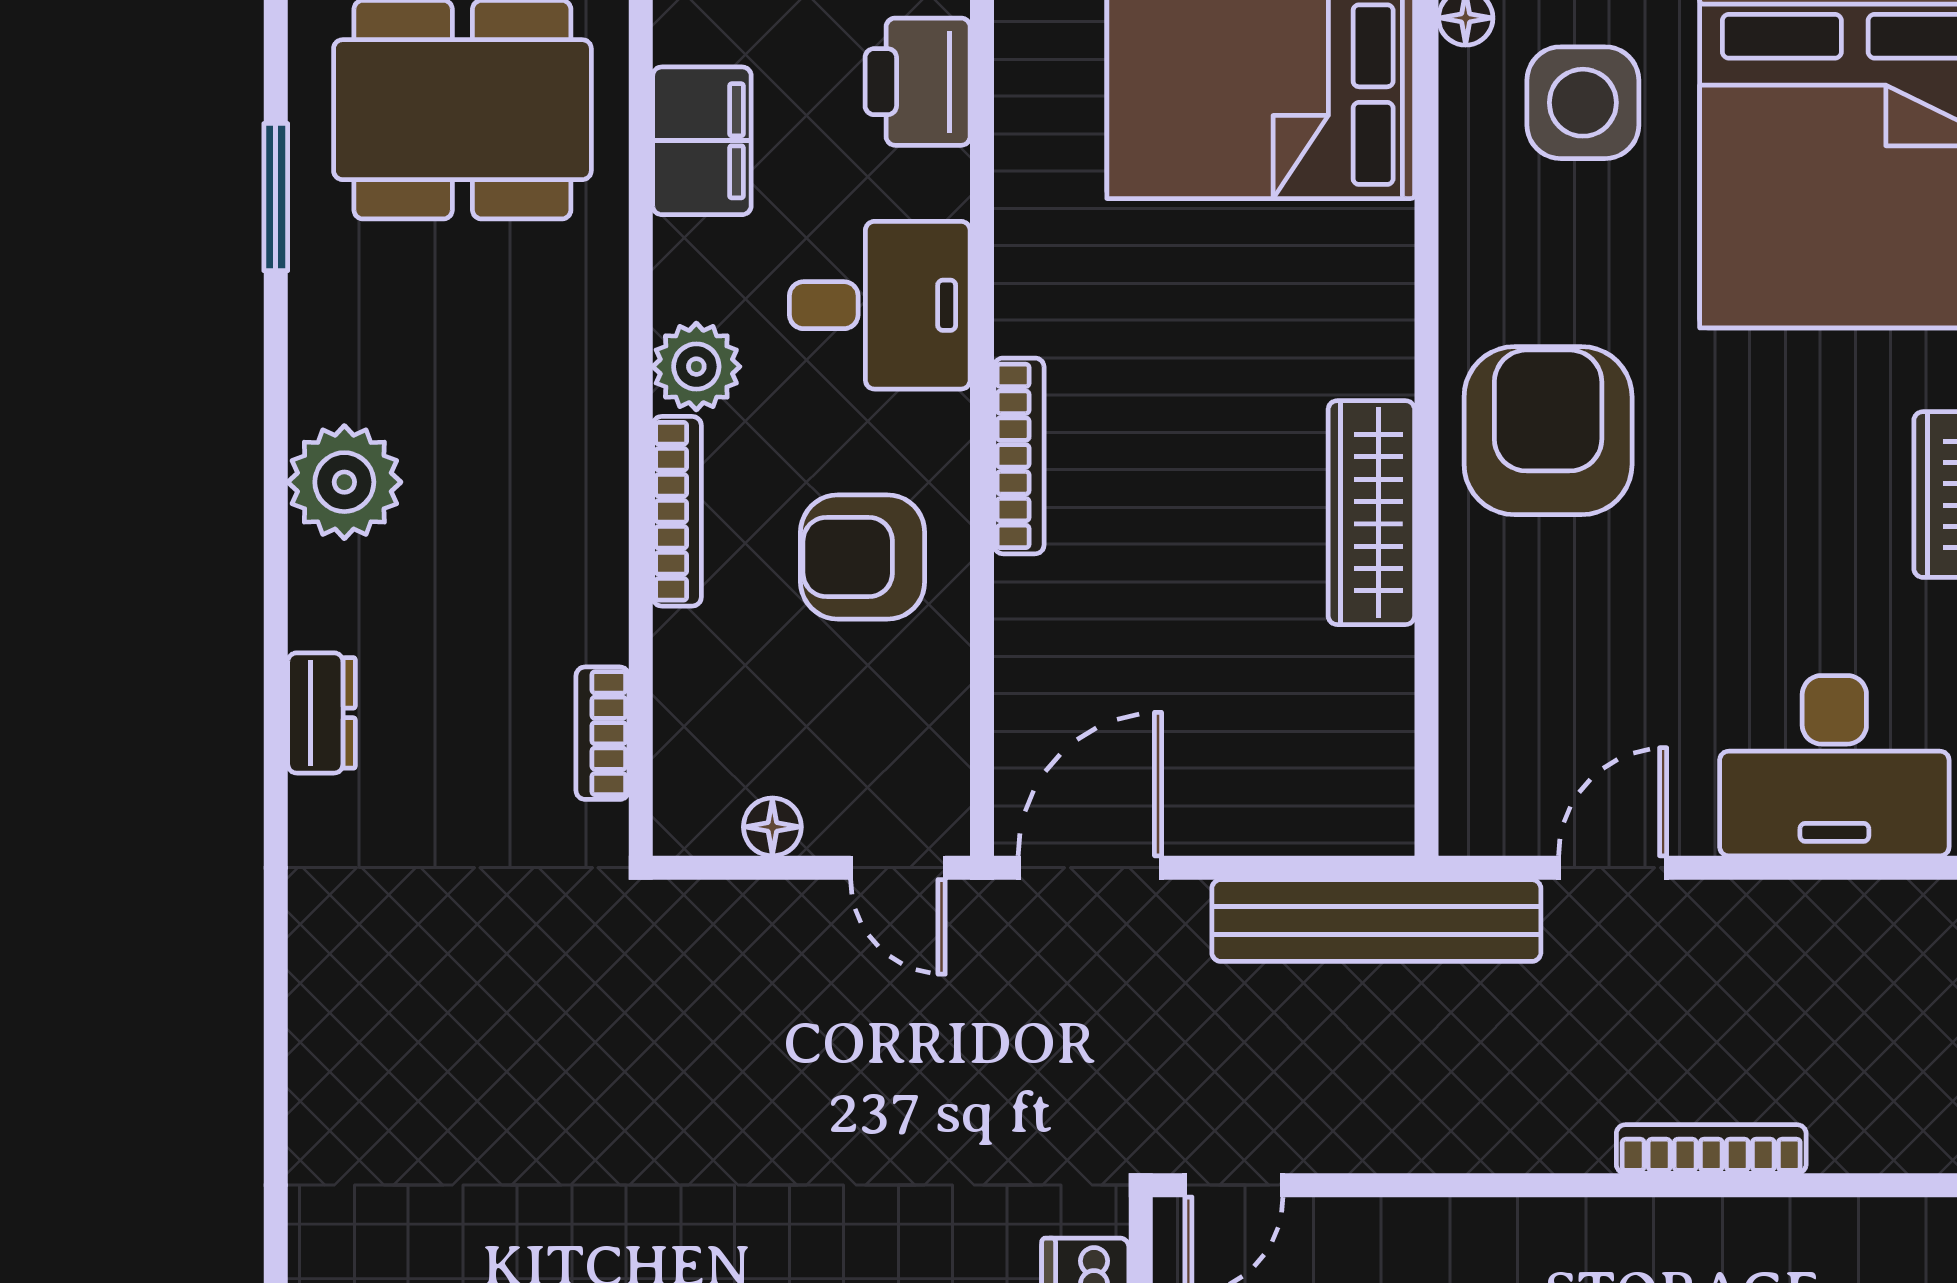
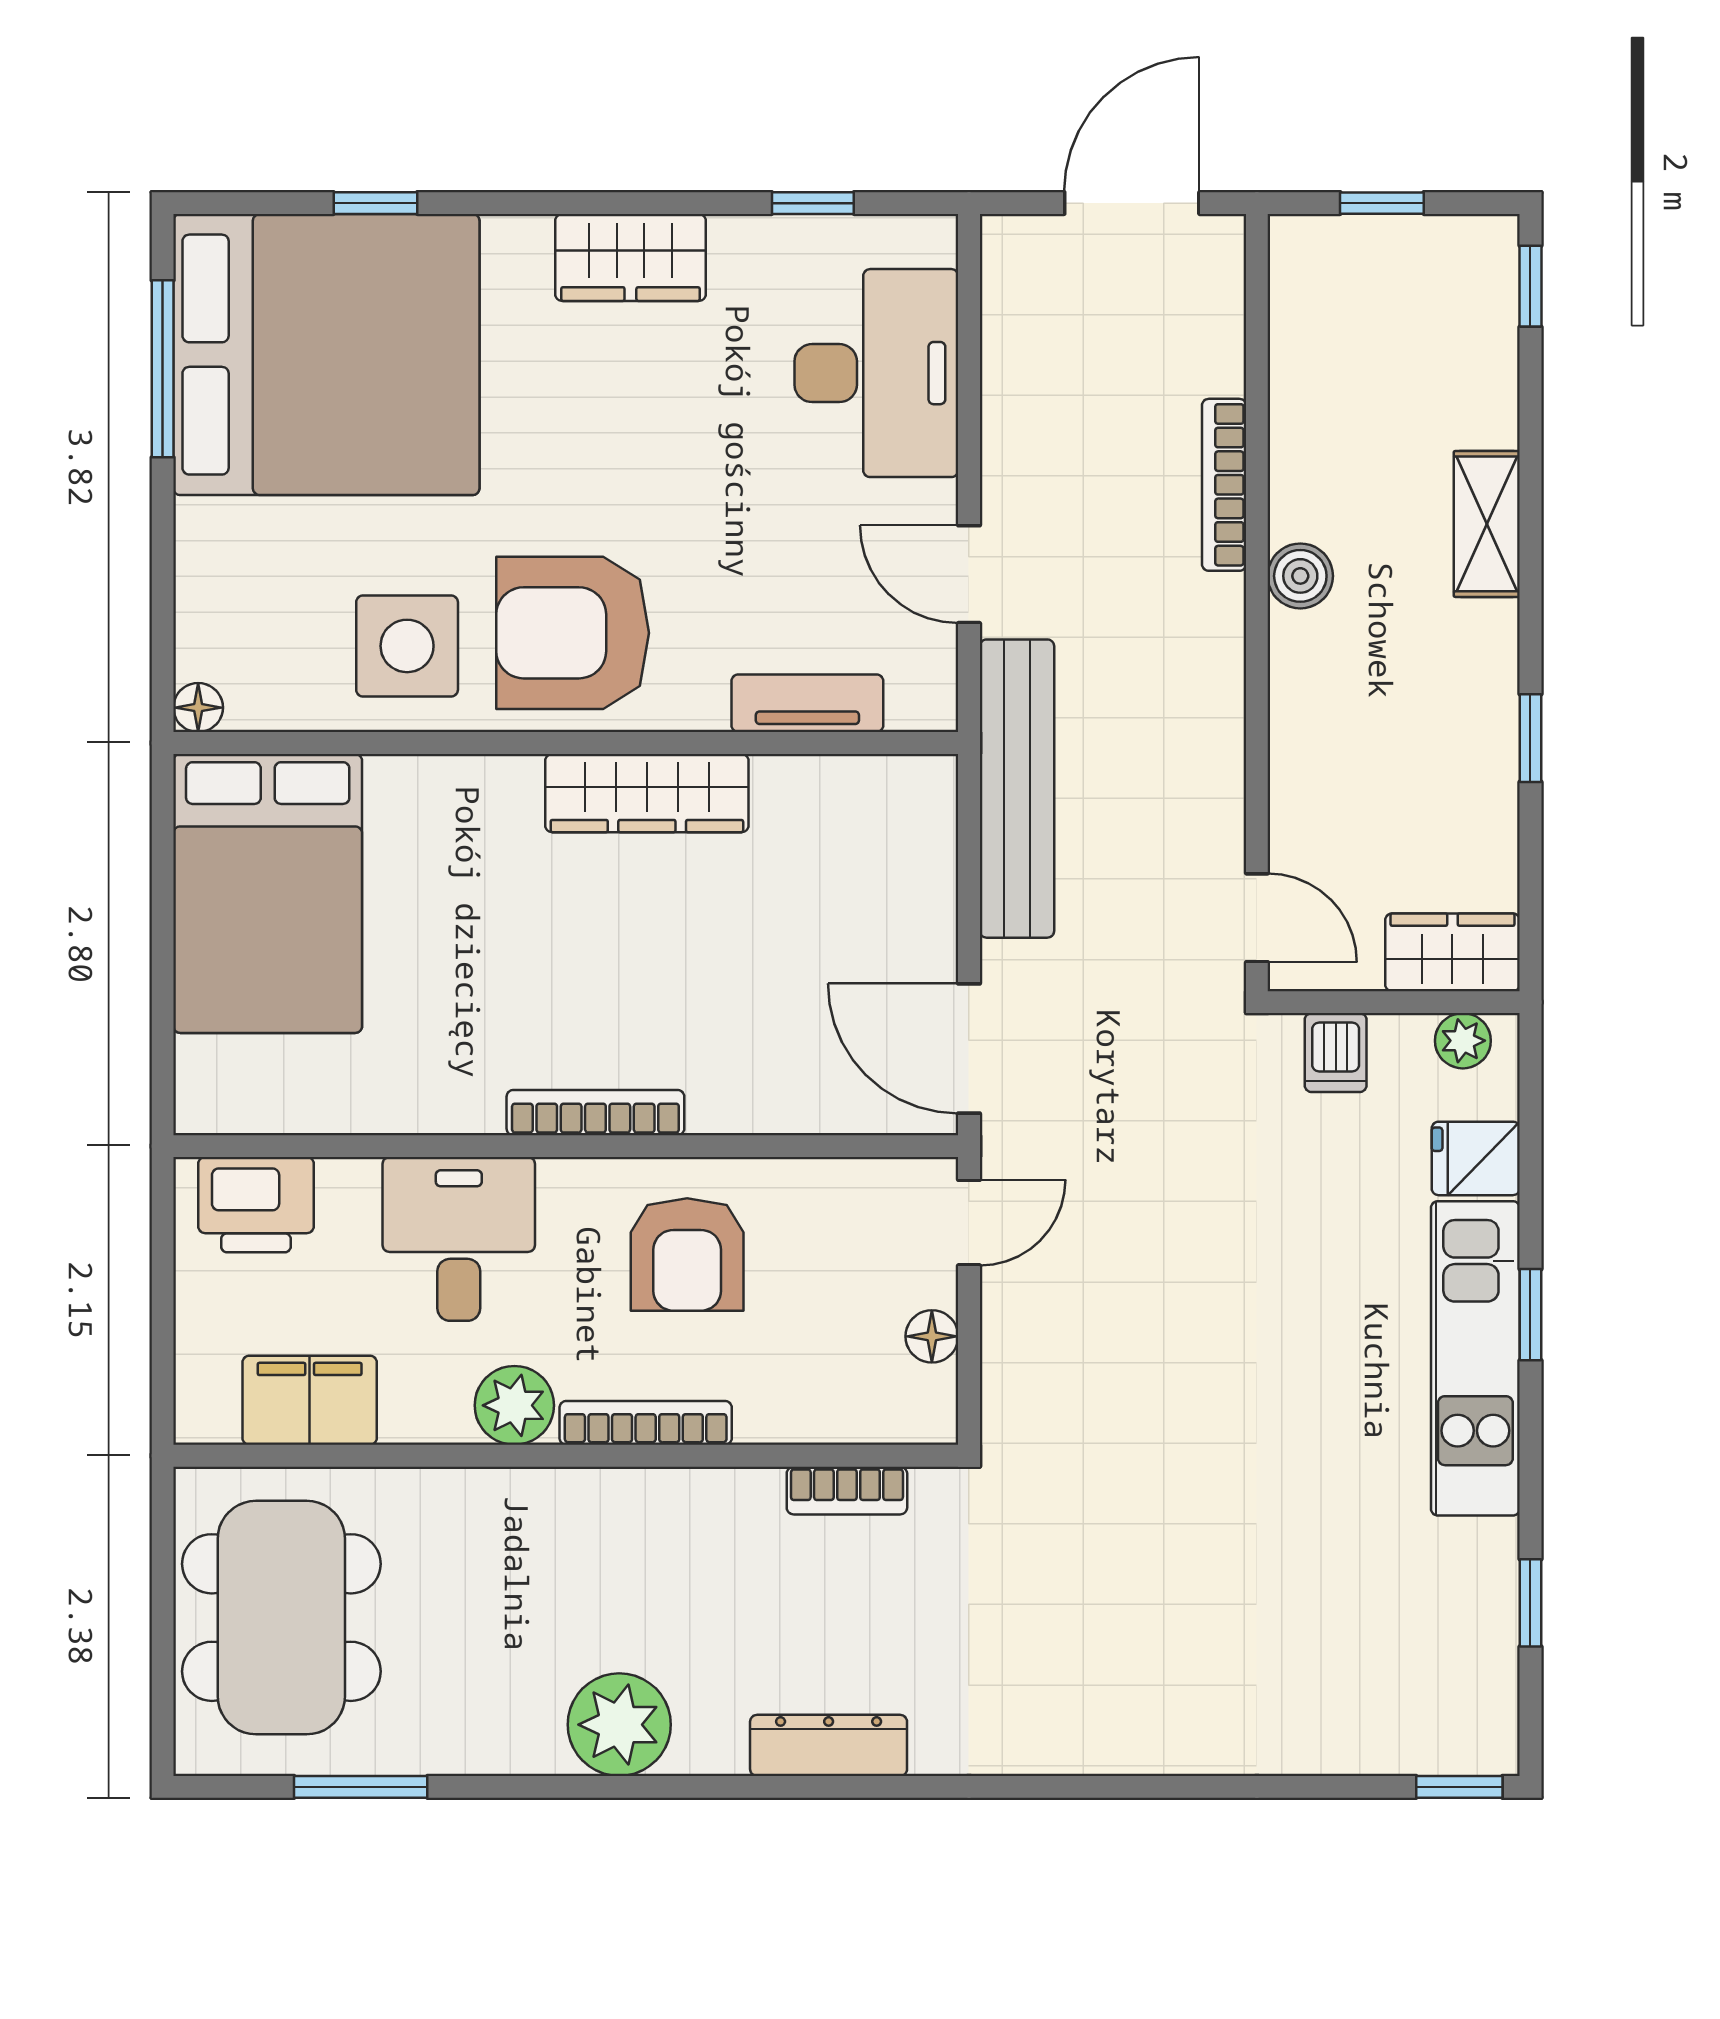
side table: (1583, 103) -> (407, 646), moved
tv unit: (1470, 690) -> (807, 703), added
dresser: (321, 713) -> (829, 1745), width x1.44
boiler: (1611, 1233) -> (1300, 576), added

